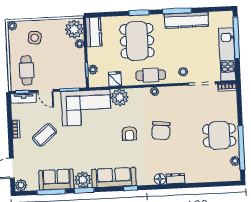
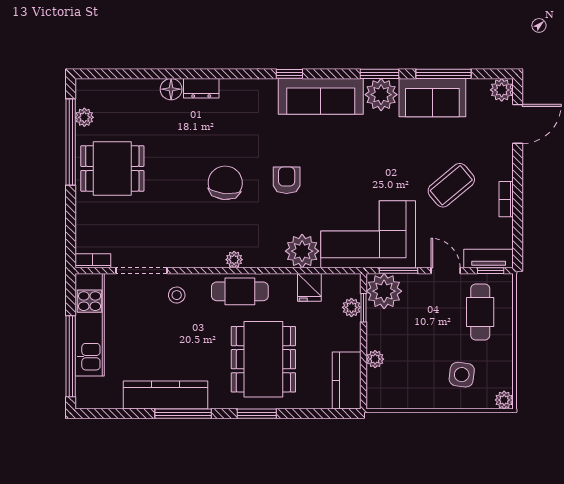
plant: (74, 29) -> (384, 291), moved
floor lamp: (160, 179) -> (171, 89), moved

